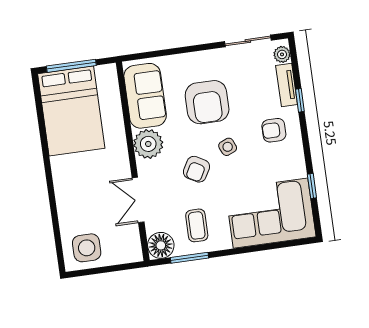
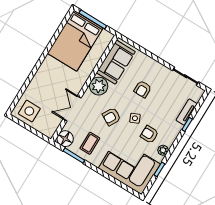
plant: (282, 54) -> (163, 150), moved
armchair: (207, 102) -> (143, 89), width x0.53, depth x0.53
armchair: (274, 130) -> (149, 134), moved

